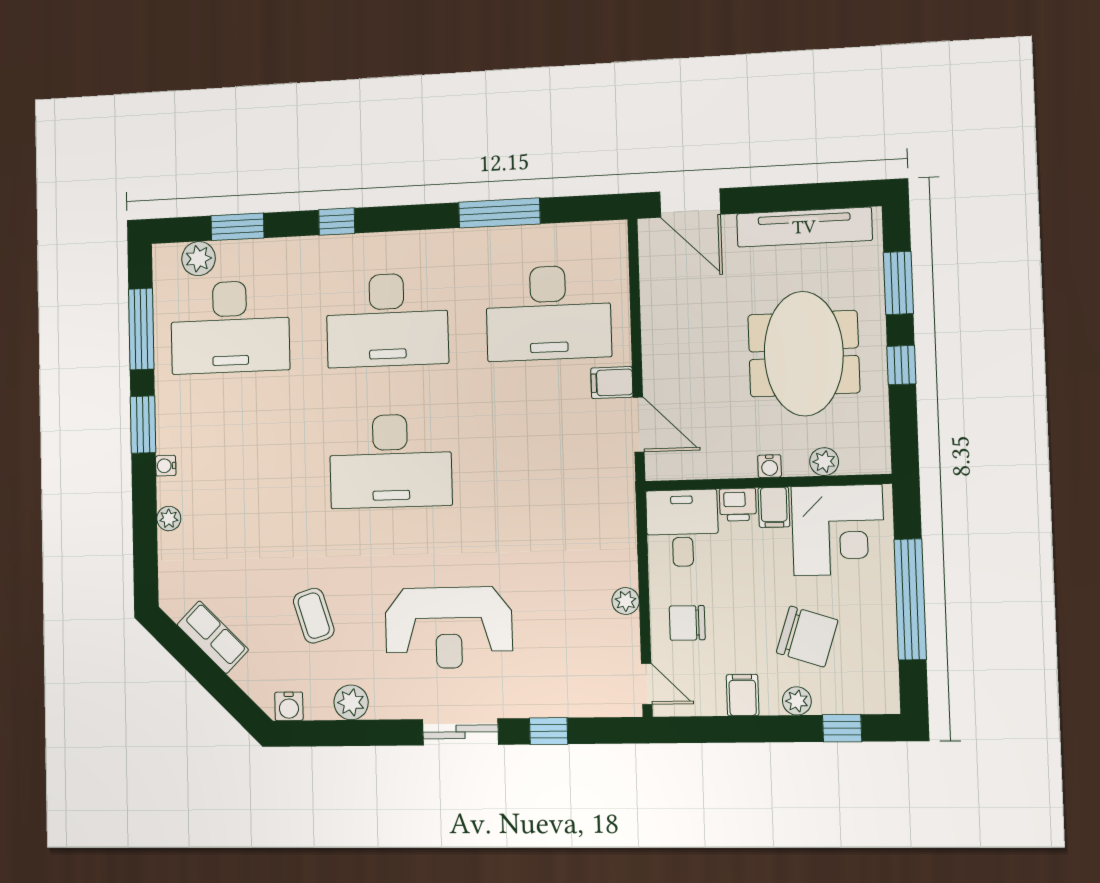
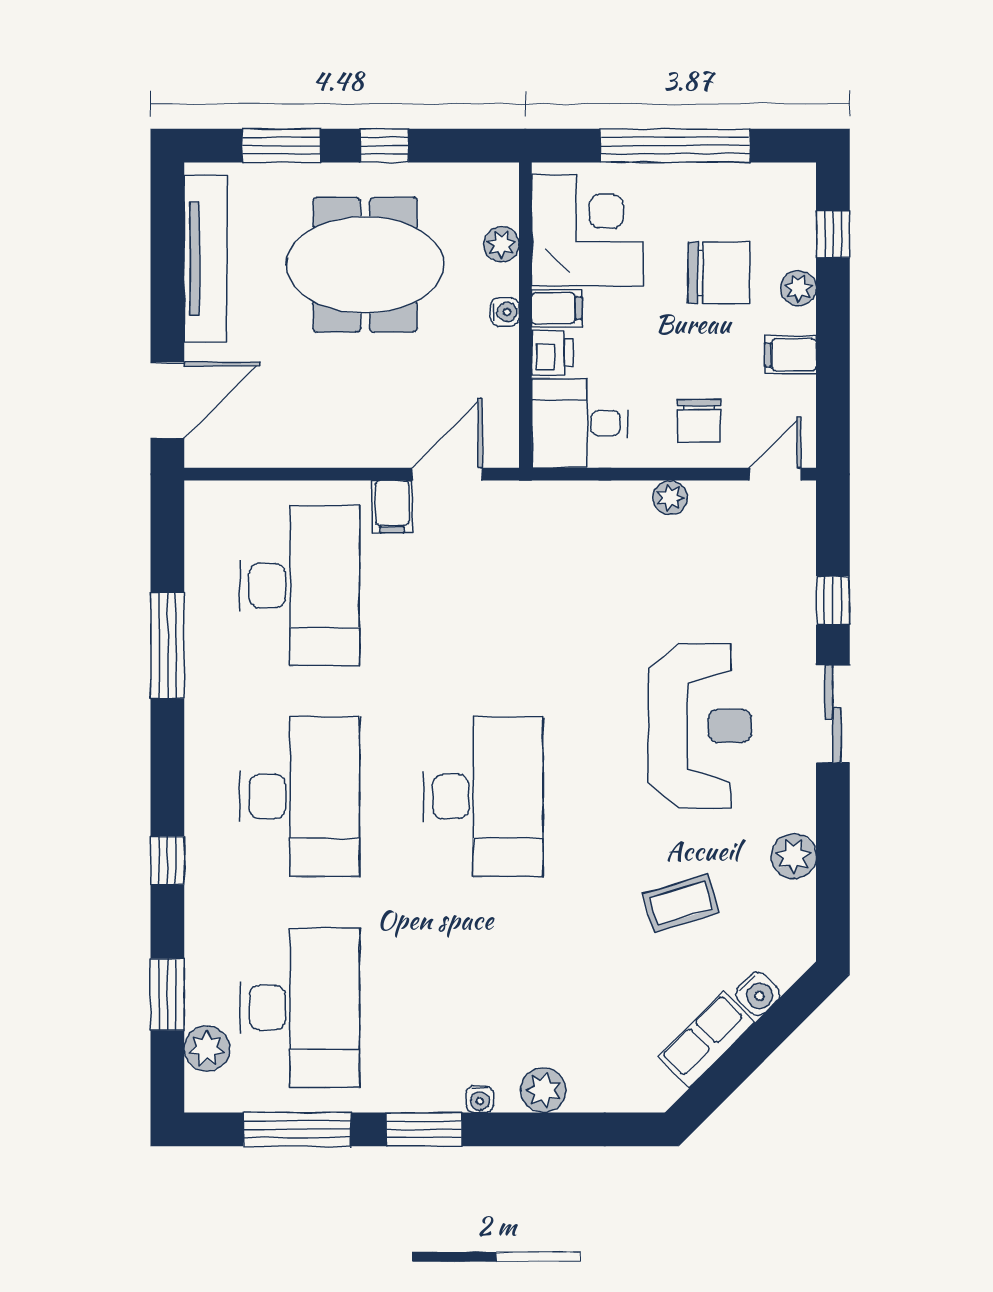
plant: (169, 519) -> (543, 1090), width x1.38, depth x1.38
chair: (807, 636) -> (719, 273), turned 72
water cooler: (289, 706) -> (758, 994), moved, turned 45

